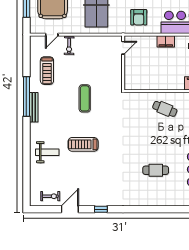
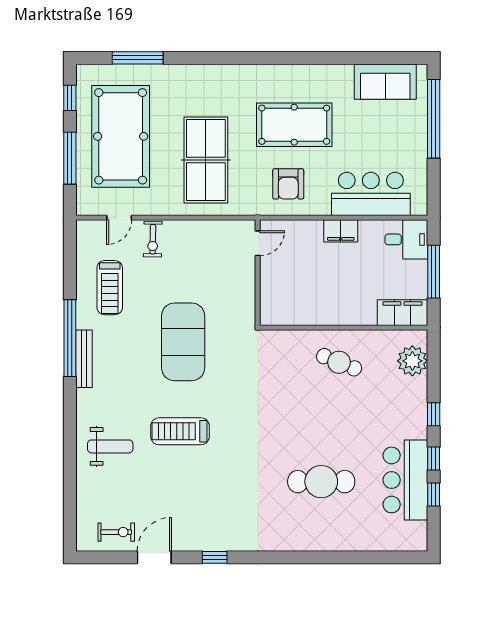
exercise mat: (85, 98) -> (183, 342), width x2.00, depth x1.45
cafe table: (156, 170) -> (321, 482), width x1.37, depth x1.35

